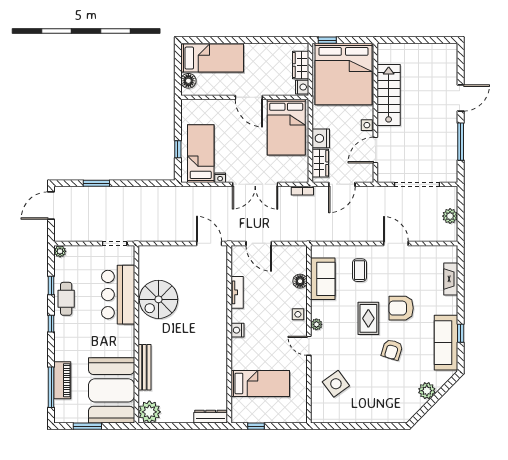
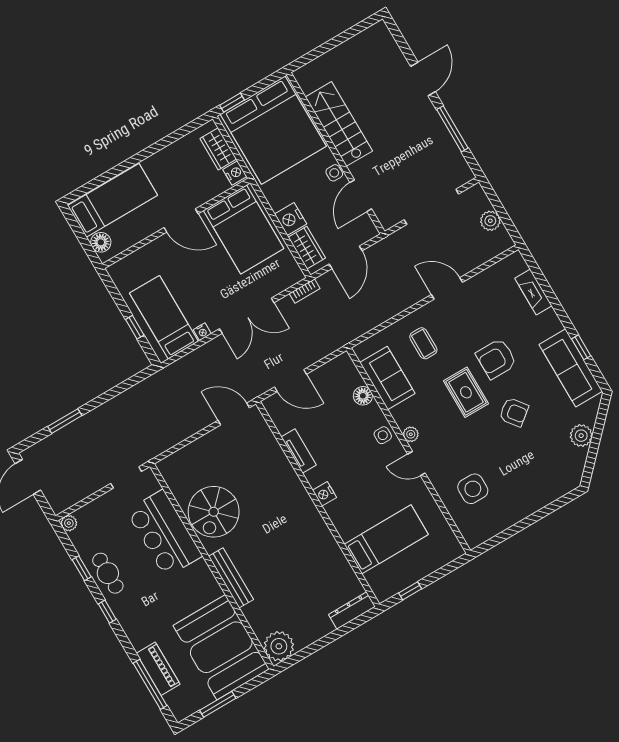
armchair: (392, 350) -> (514, 412), turned -55
bench: (144, 367) -> (231, 578), moved
side table: (336, 384) -> (473, 489), turned 36

